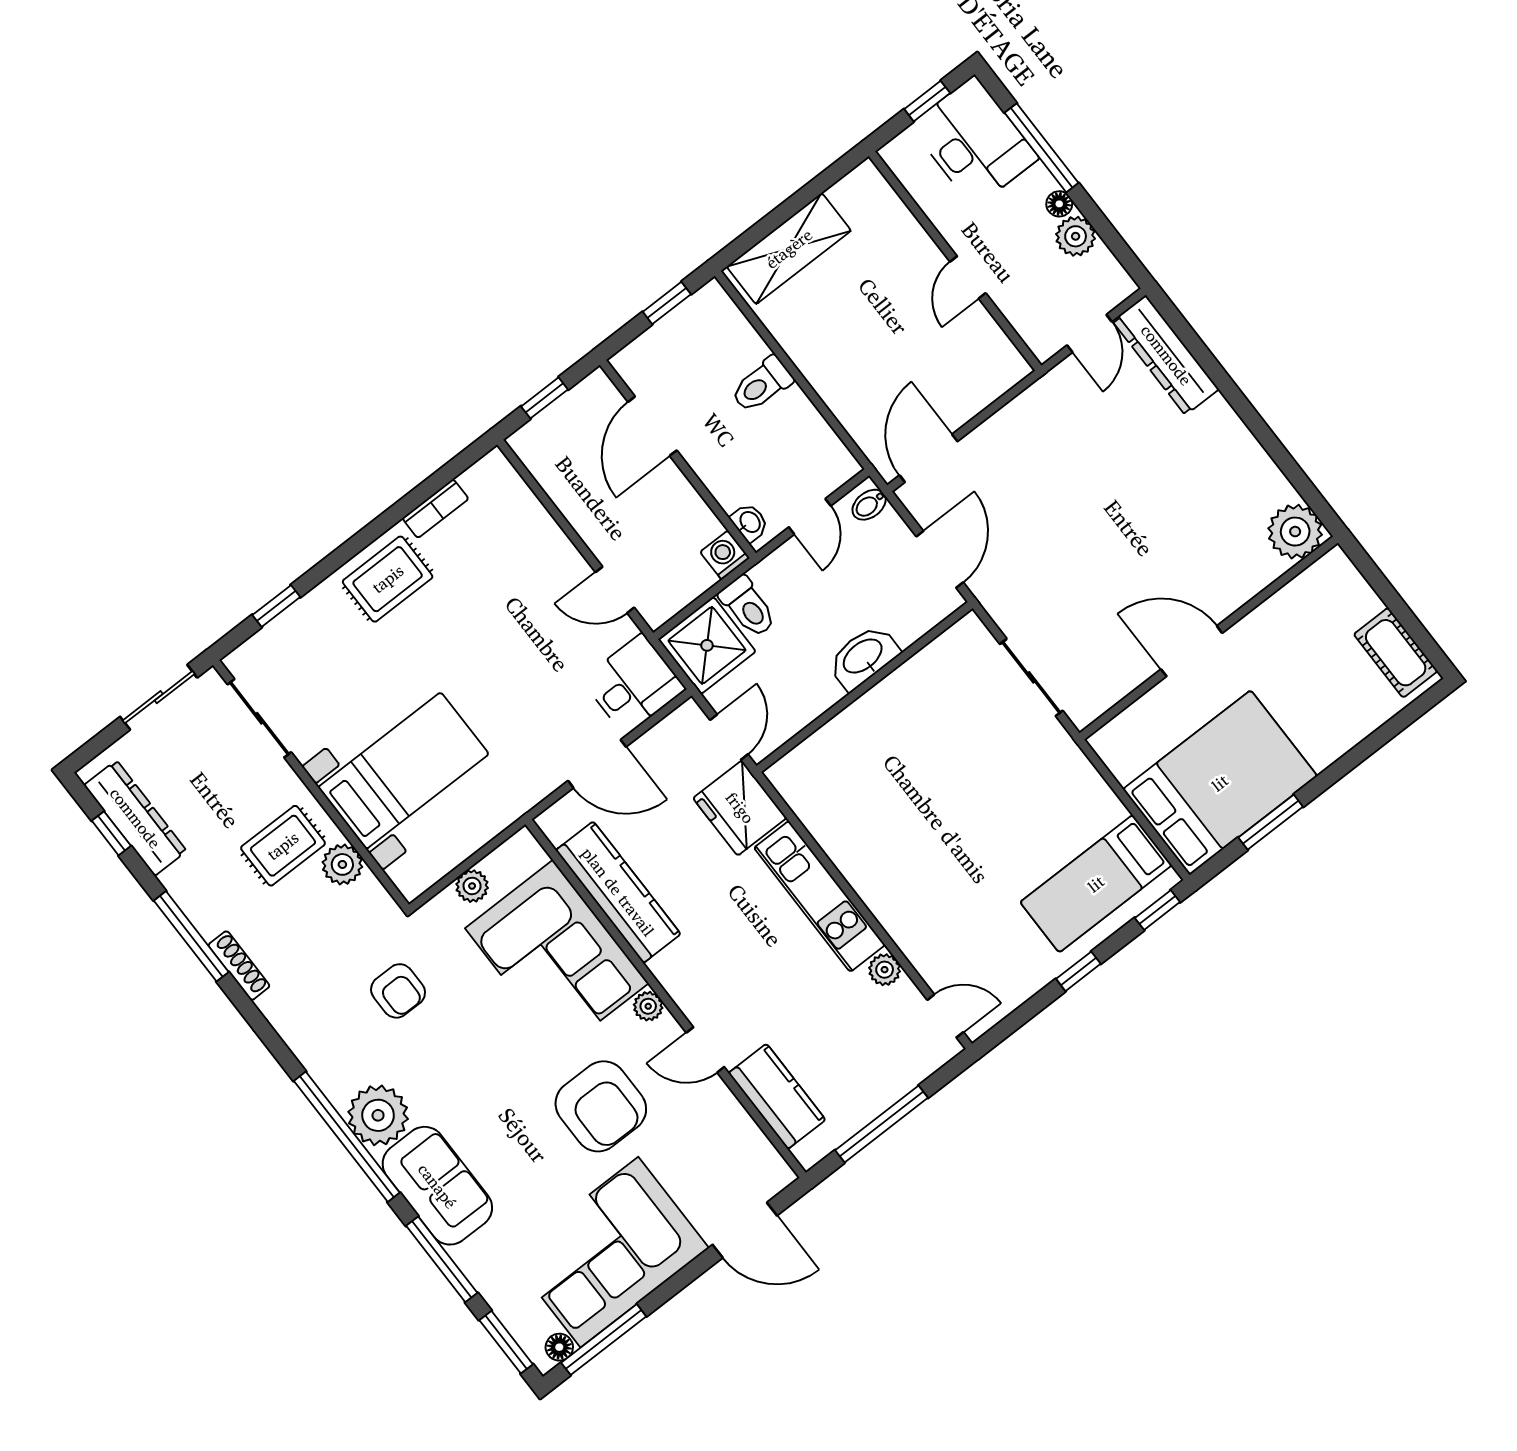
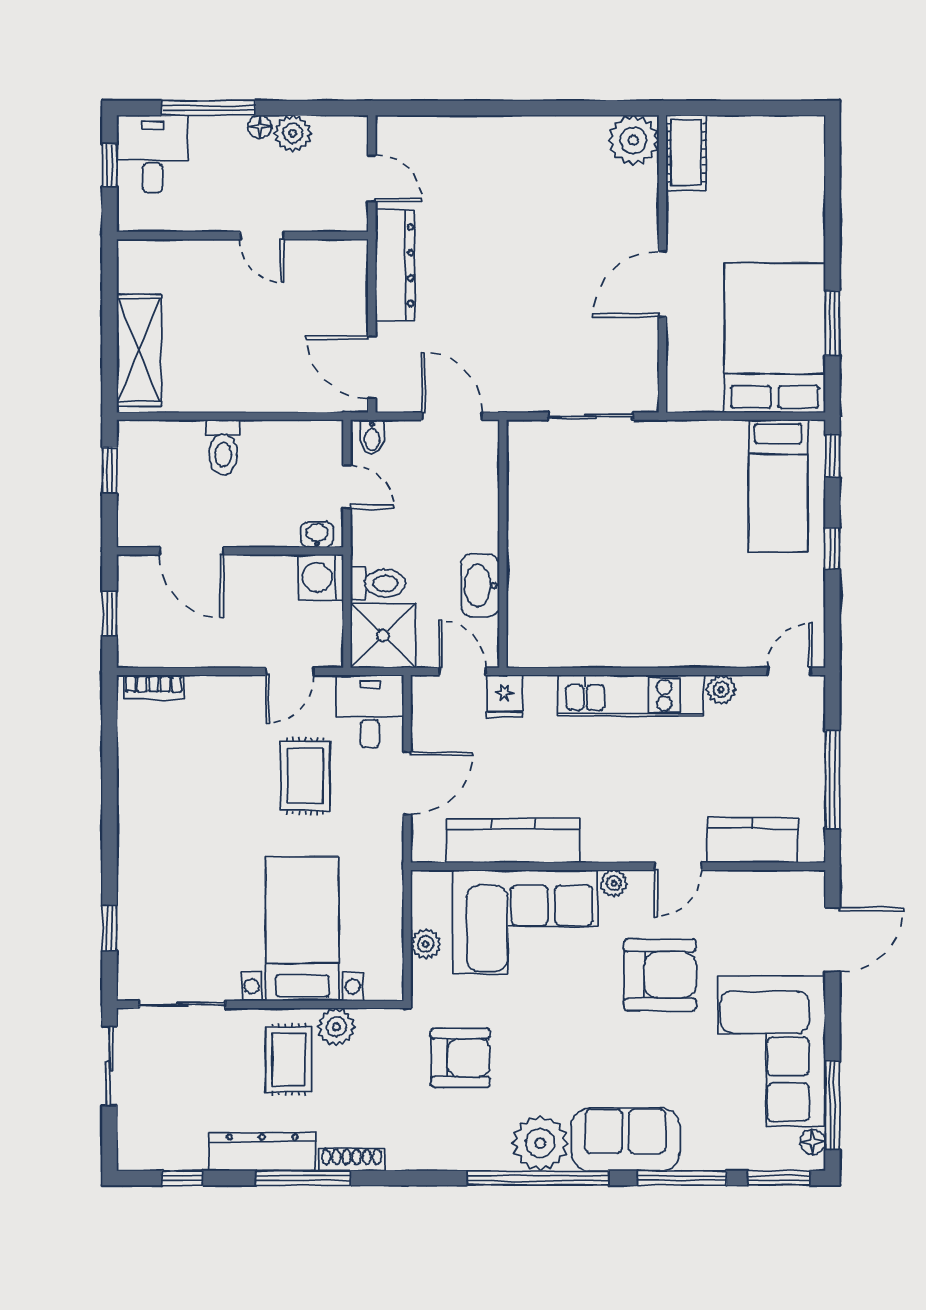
desk: (974, 142) -> (153, 154), width x0.73
dresser: (1166, 355) -> (395, 265), moved, turned -90
bookcase: (435, 509) -> (154, 687), moved, turned 90
washing machine: (725, 555) -> (321, 577), width x1.38, depth x1.38
rug: (388, 579) -> (305, 776), moved
cot: (1396, 653) -> (686, 153), moved, turned 90
washbasin: (863, 657) -> (480, 586), moved
fridge: (740, 808) -> (505, 696), width x0.53, depth x0.75
dresser: (135, 818) -> (262, 1152), moved
armchair: (398, 991) -> (460, 1058), width x1.38, depth x1.38

